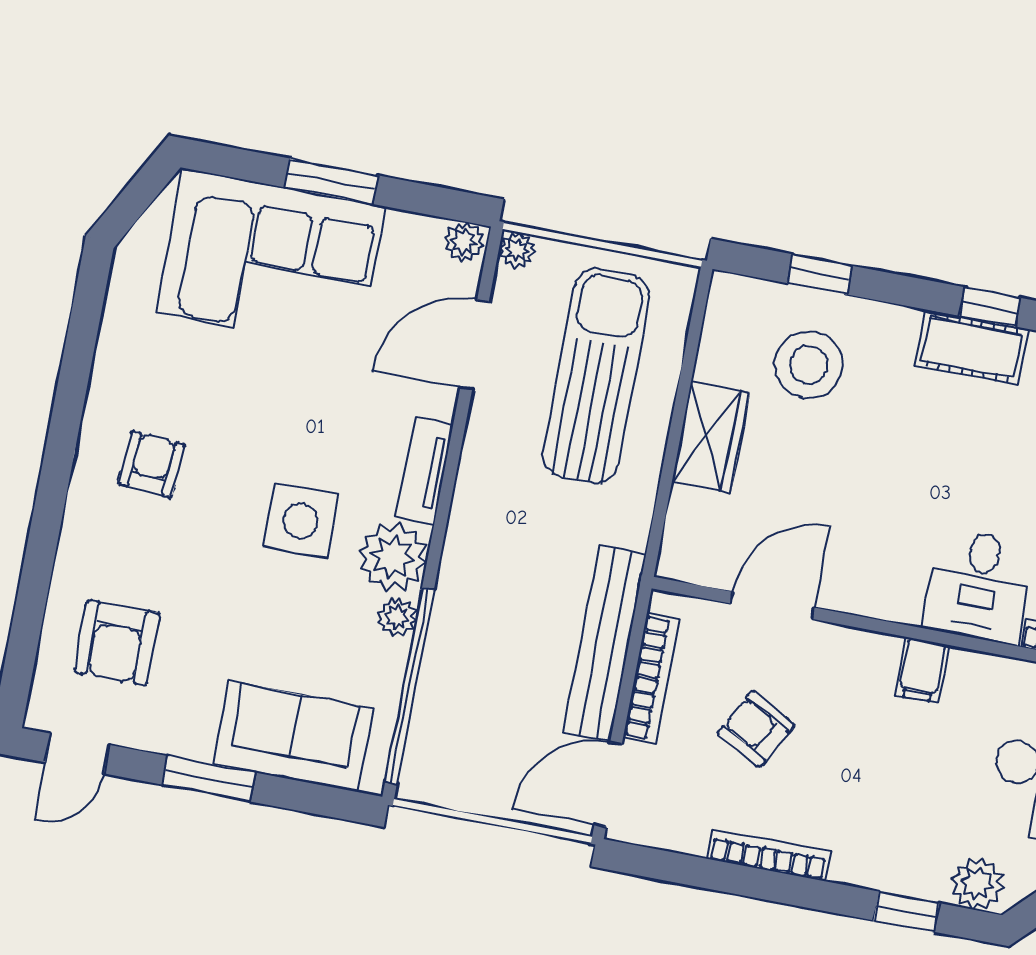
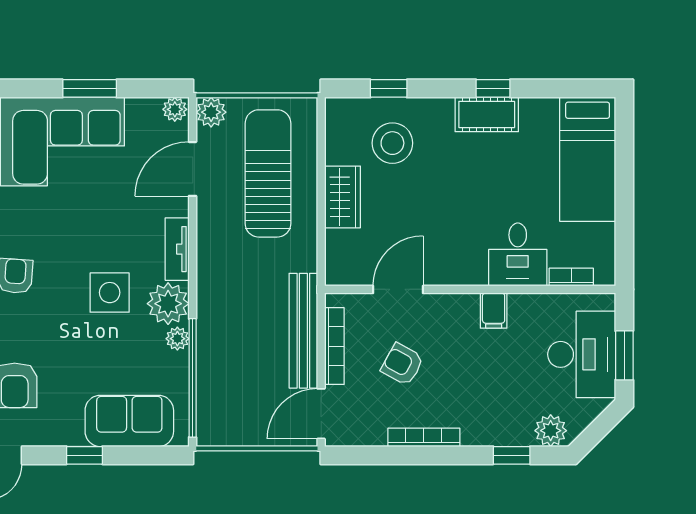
plant: (517, 250) -> (211, 112), width x1.38, depth x1.38
window: (209, 779) -> (84, 455), width x0.67

